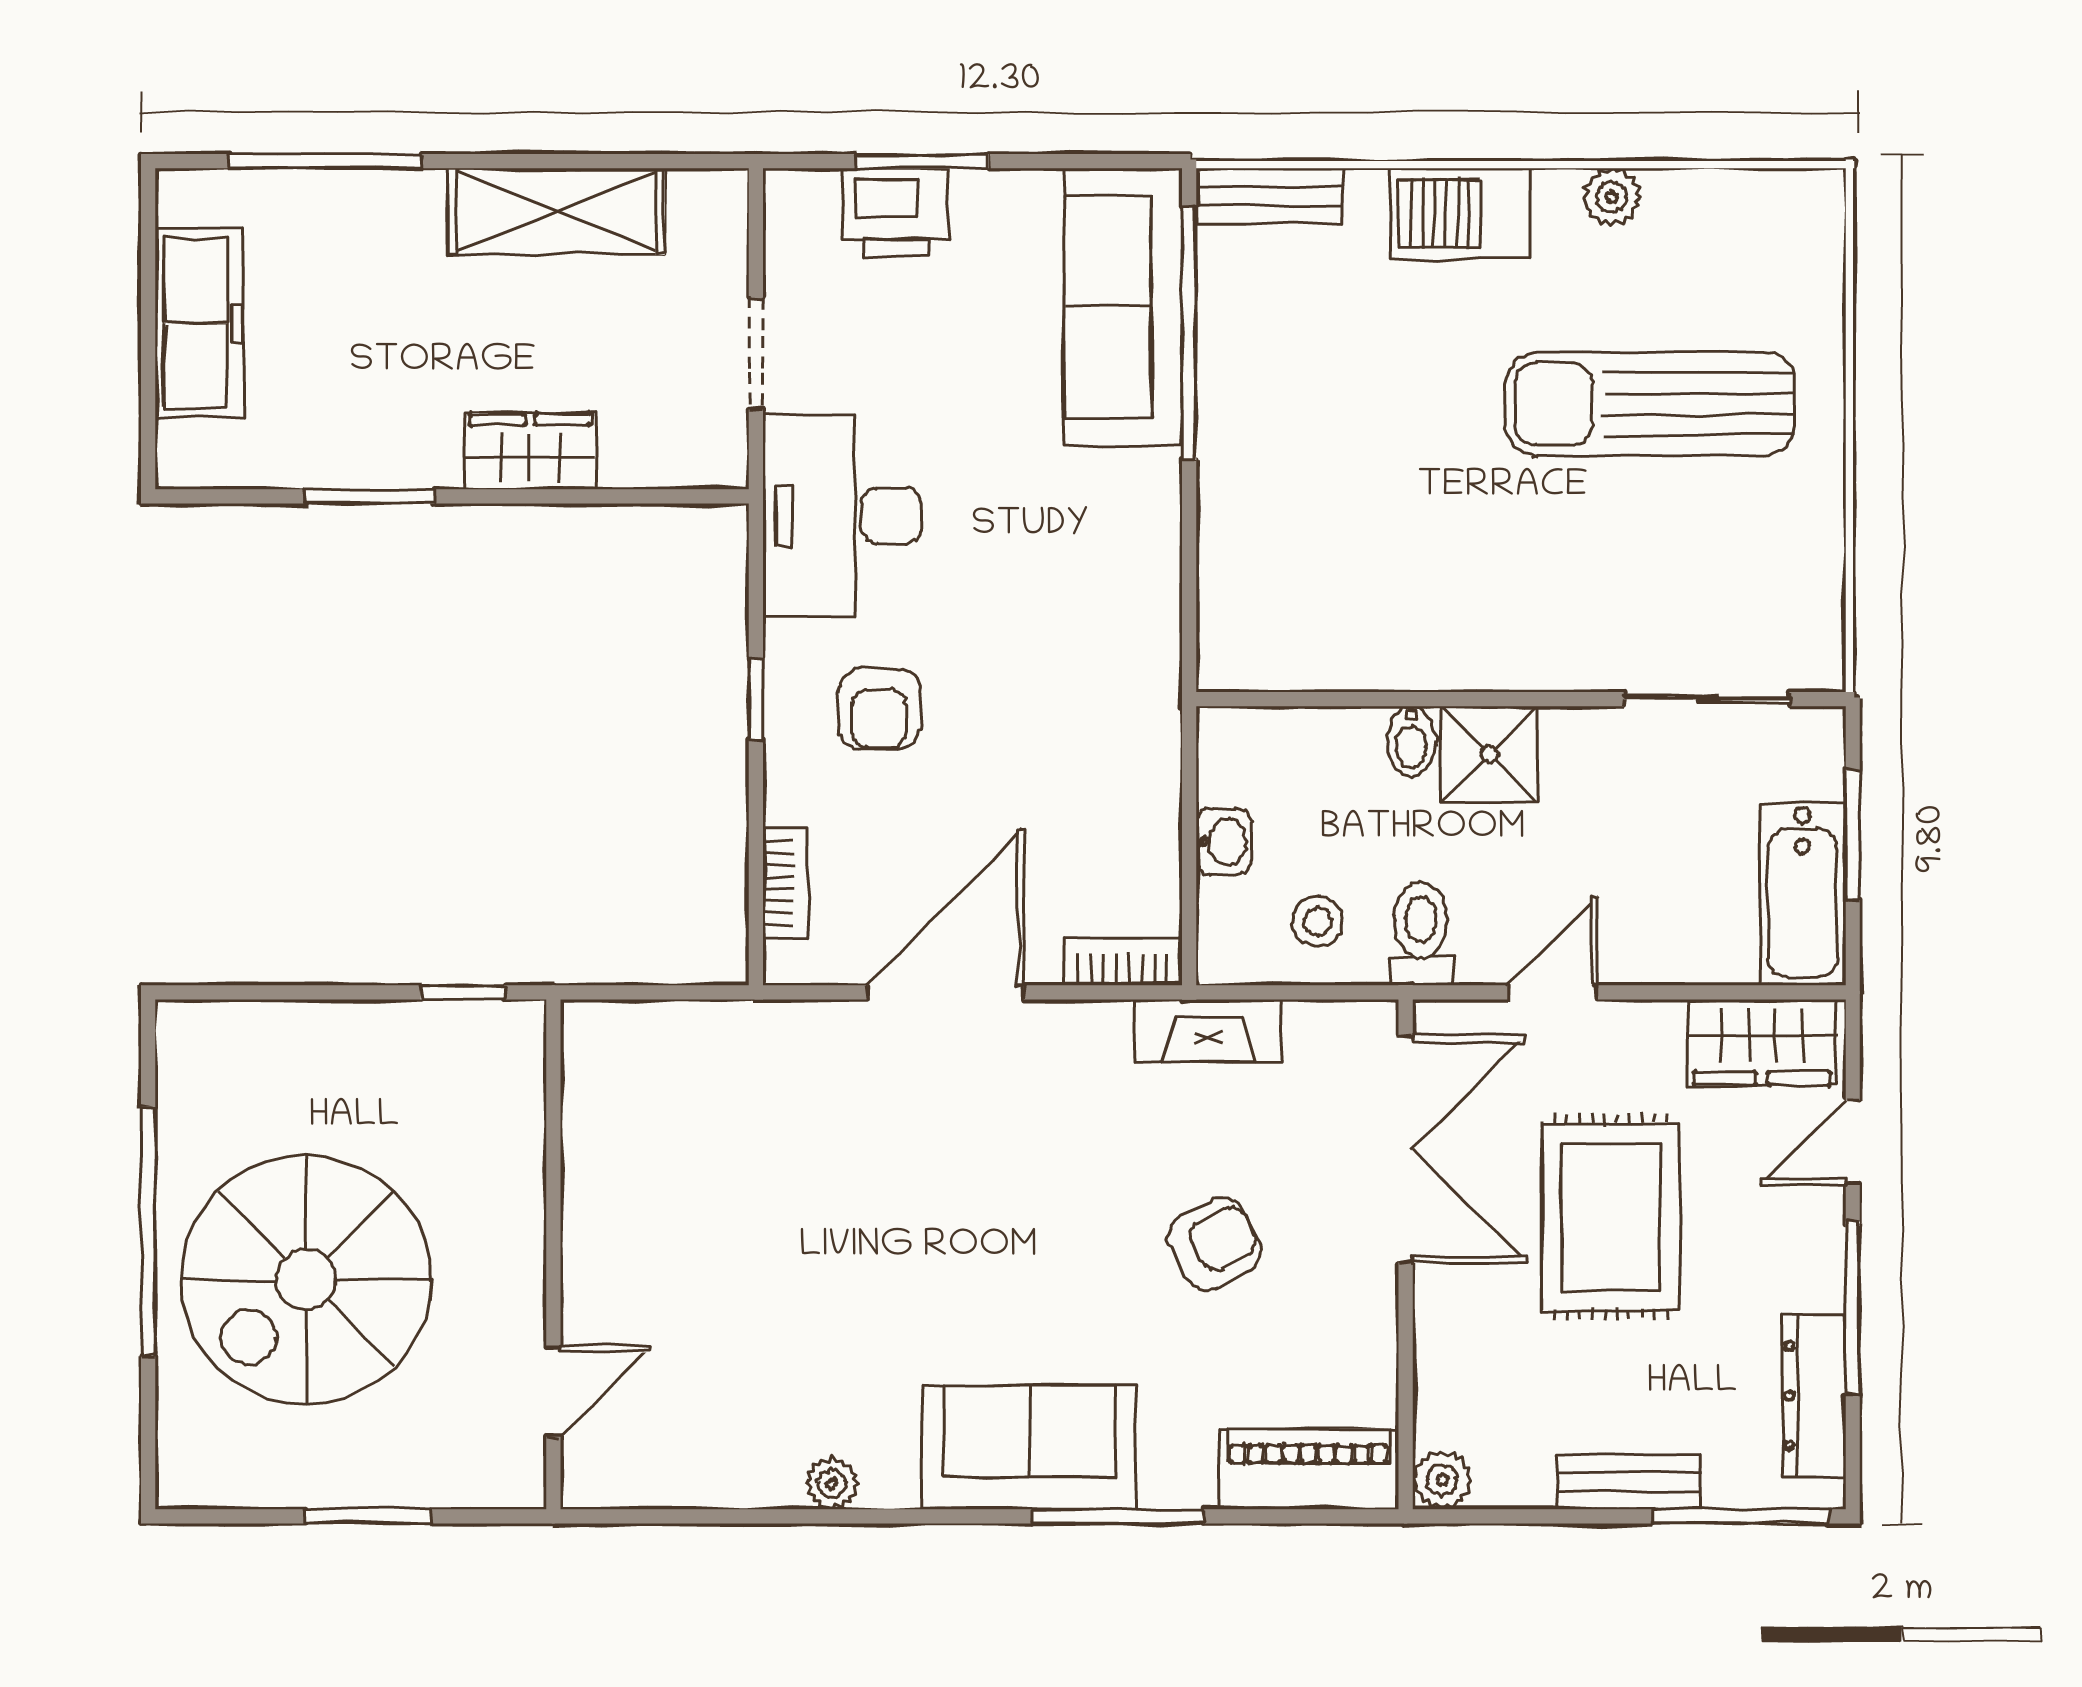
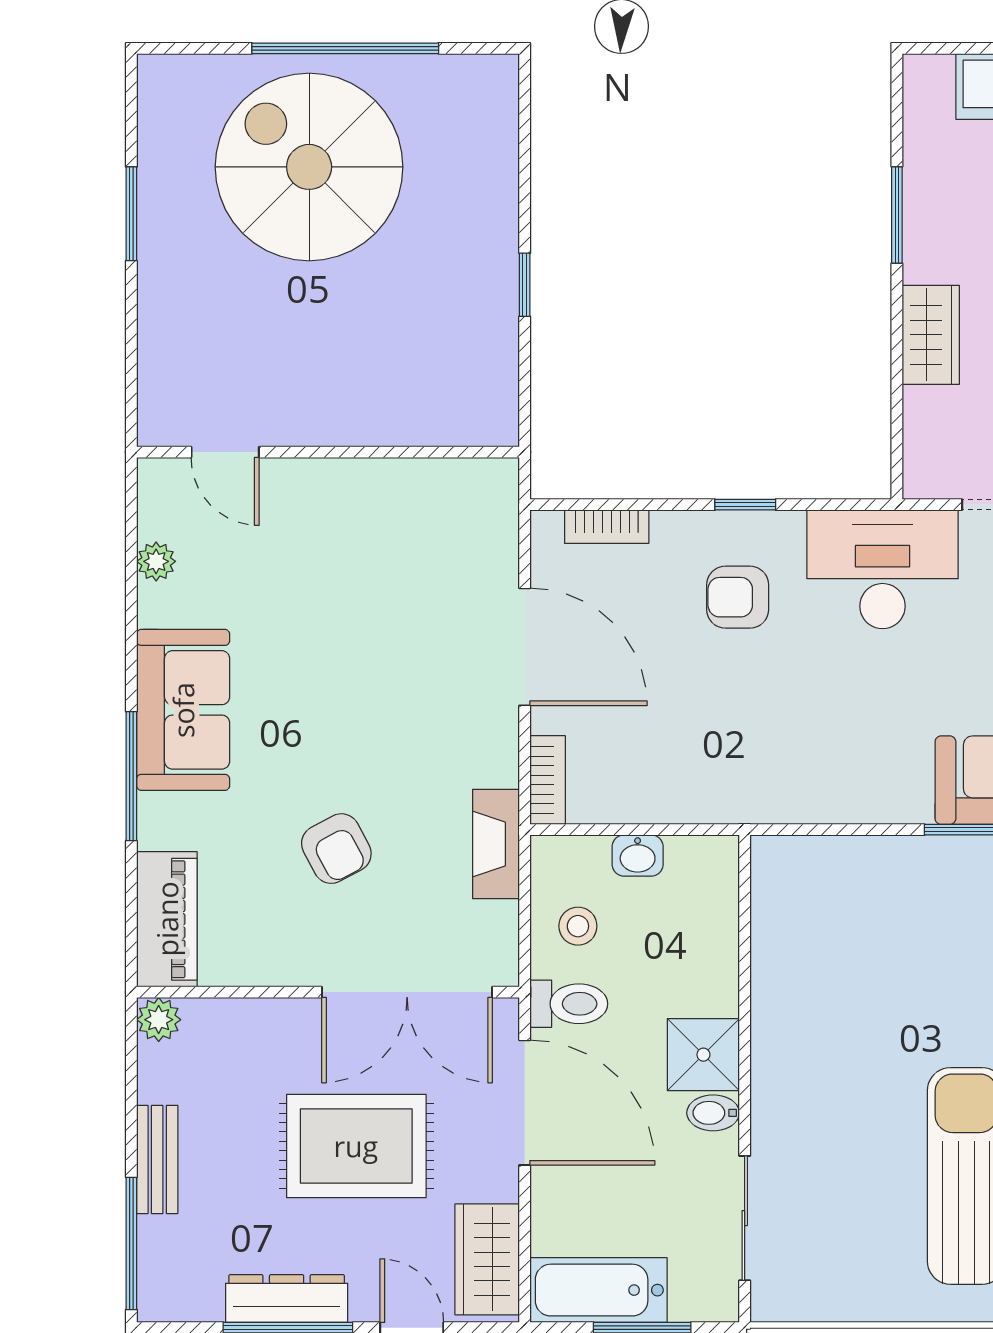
bidet: (1411, 741) -> (713, 1113), moved
door: (1553, 992) -> (525, 1103), width x1.88
wall: (553, 1254) -> (328, 452), moved
door: (553, 1391) -> (225, 452), moved
dresser: (1814, 1396) -> (287, 1299), moved

